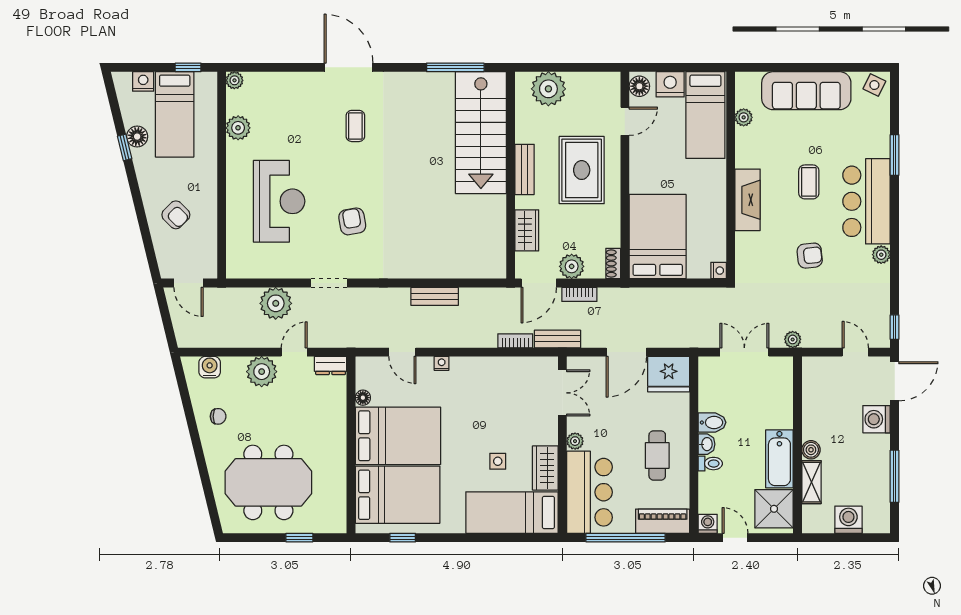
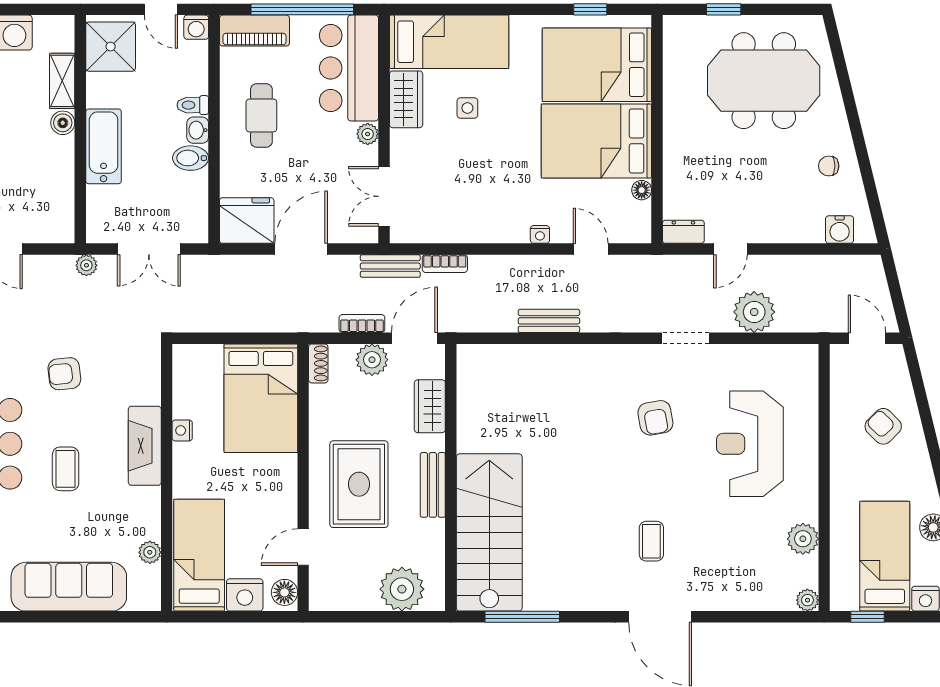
nightstand: (719, 271) -> (182, 430), moved
plant: (262, 372) -> (772, 224), removed
bathtub: (779, 459) -> (104, 146), moved

